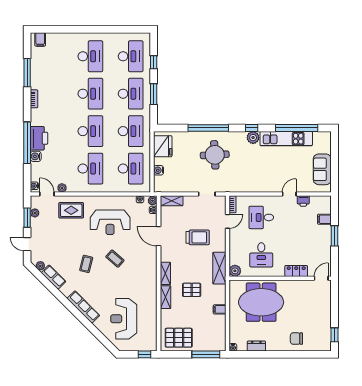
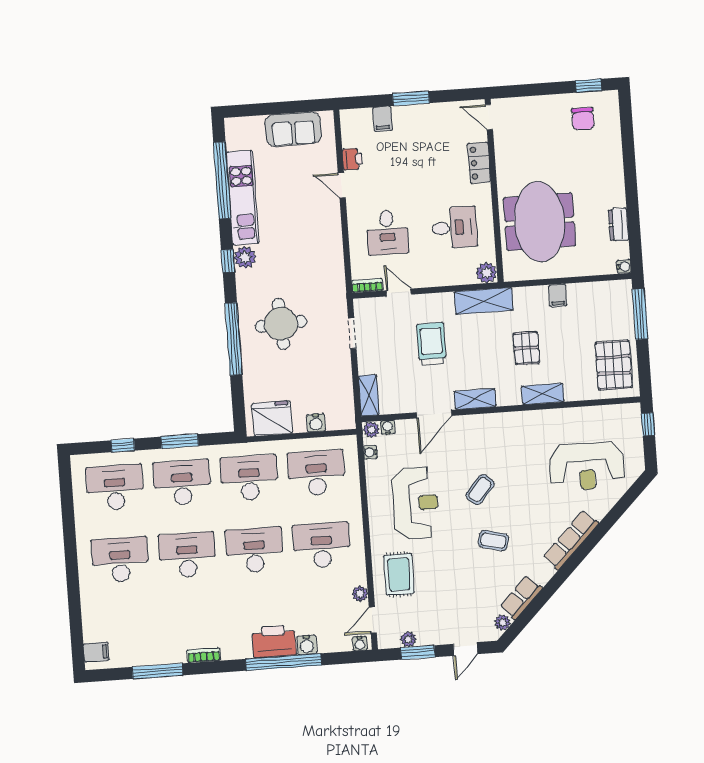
shelving: (165, 273) -> (475, 399), moved
chair: (296, 339) -> (583, 119), moved

